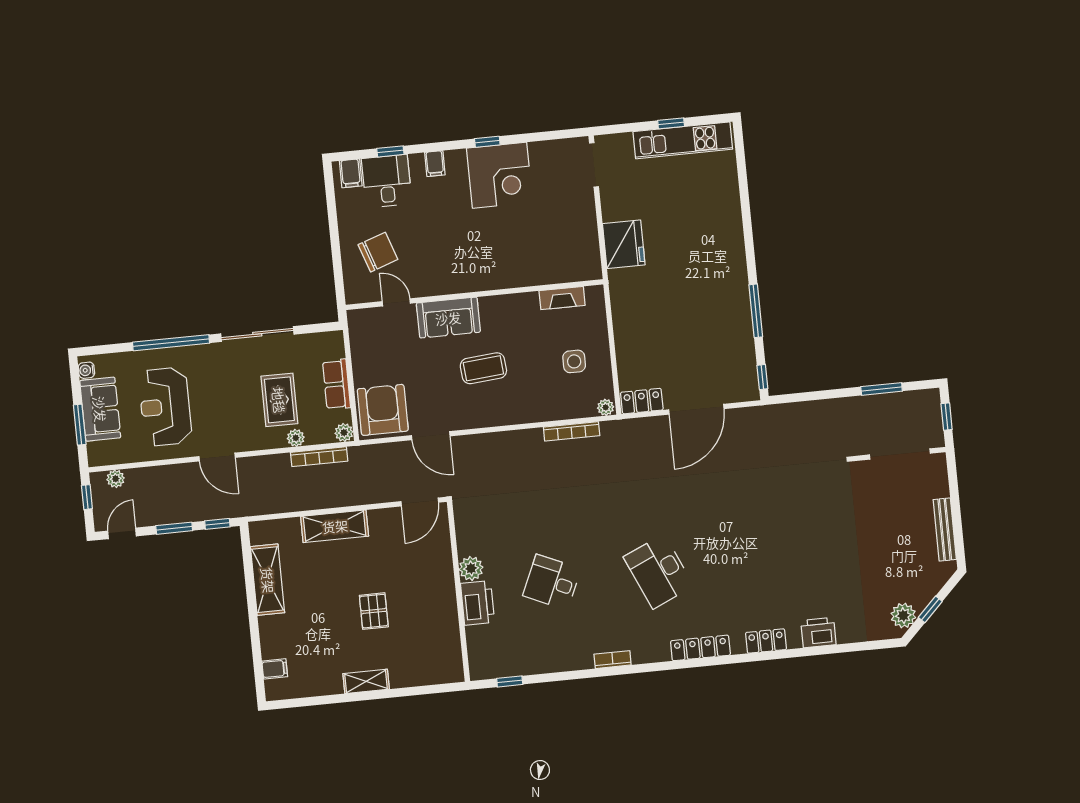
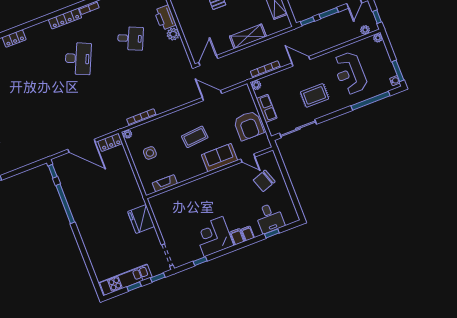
window: (623, 128) -> (158, 277), added
window: (487, 142) -> (200, 261), moved
filing cabinet: (351, 173) -> (237, 237), moved
window: (756, 311) -> (65, 204), width x1.46
sliding door: (257, 334) -> (298, 129), moved
window: (171, 343) -> (370, 101), moved
rug: (279, 400) -> (315, 95), moved, turned 90
reception desk: (165, 407) -> (350, 73), turned 180
sofa: (100, 409) -> (382, 63), removed
door: (696, 409) -> (82, 146), swing flipped
armchair: (383, 410) -> (249, 126), moved
window: (80, 425) -> (398, 71), moved
plant: (296, 438) -> (378, 38), moved
door: (217, 457) -> (301, 61), moved
desk: (658, 571) -> (78, 59), turned 48
locker: (700, 648) -> (65, 19), moved

